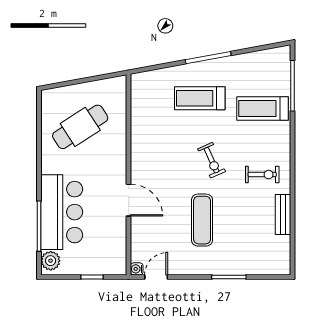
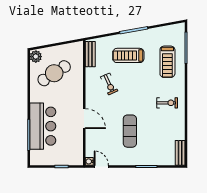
bench: (138, 96) -> (90, 54), added
treadmill: (263, 108) -> (167, 62), turned -90
exercise bike: (212, 160) -> (109, 84), moved
bench: (283, 215) -> (180, 153), moved
plant: (51, 261) -> (36, 57), moved
door: (156, 277) -> (101, 166), hinge flipped

